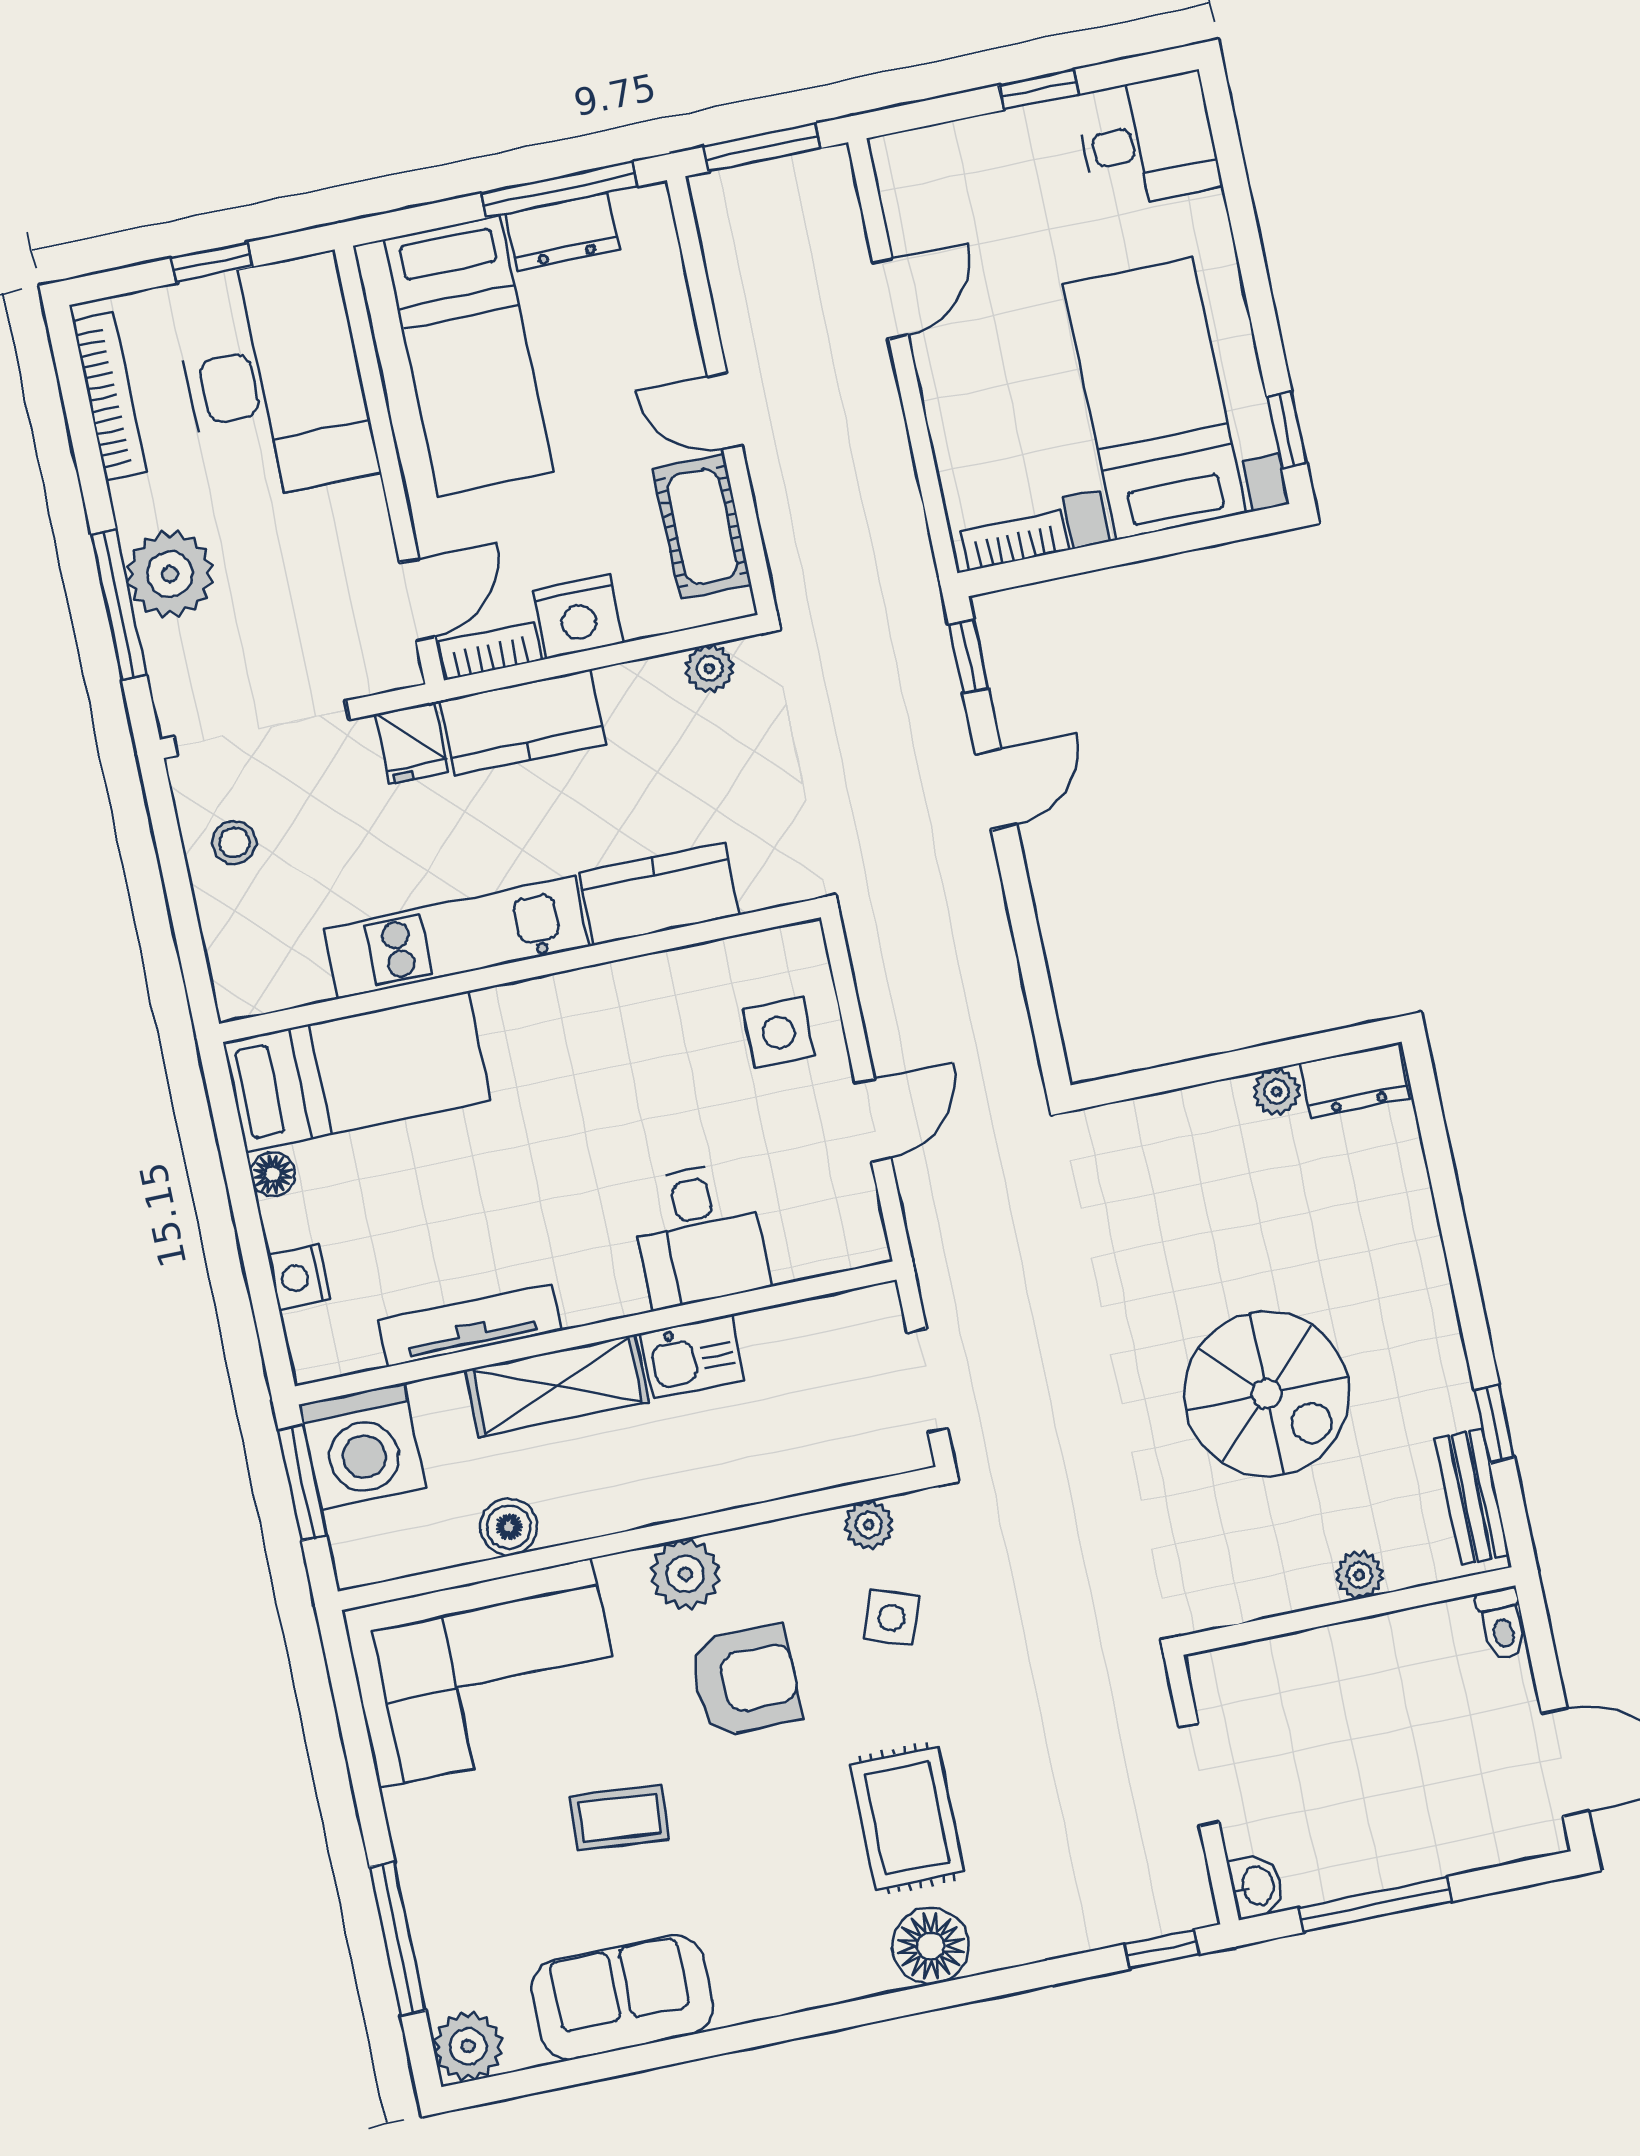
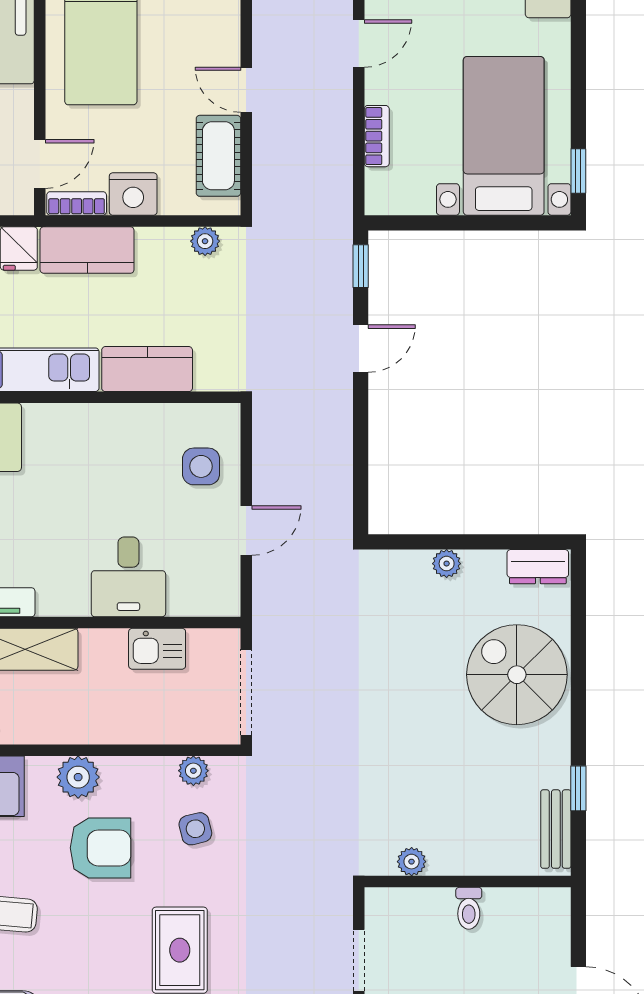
bookcase: (1015, 541) -> (377, 136), moved, turned 90
plant: (1277, 1092) -> (447, 564), moved
kitchen sink: (692, 1357) -> (157, 649), moved
doorway: (927, 1381) -> (246, 692), width x1.38
spiral stairs: (1267, 1394) -> (517, 675), moved, turned 180
plant: (1359, 1575) -> (412, 862), moved
side table: (891, 1618) -> (195, 829), turned -33
toilet: (1502, 1624) -> (469, 908), moved

